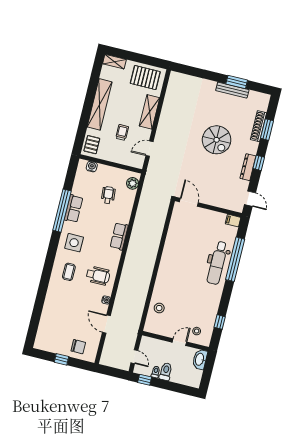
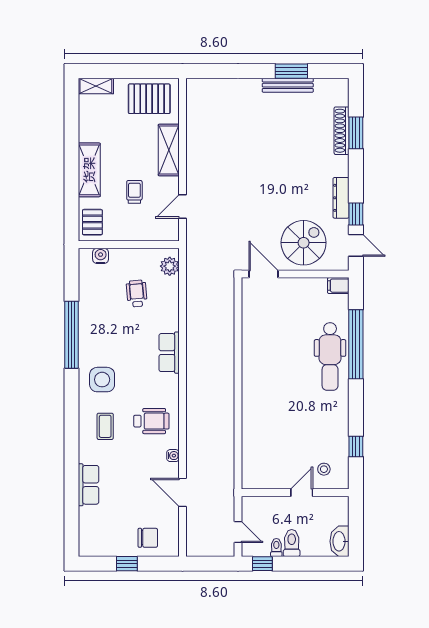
shelving: (100, 104) -> (89, 170), width x0.68
spiral stairs: (217, 140) -> (304, 243), moved, turned -90
window: (259, 163) -> (356, 214), moved
row of seats: (74, 209) -> (89, 485), moved
stool: (159, 308) -> (258, 448), removed
washbasin: (200, 359) -> (340, 541), moved

